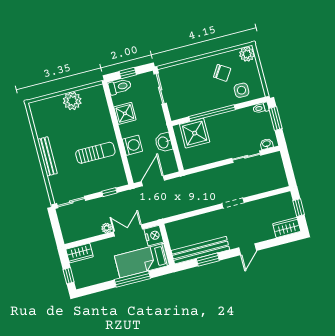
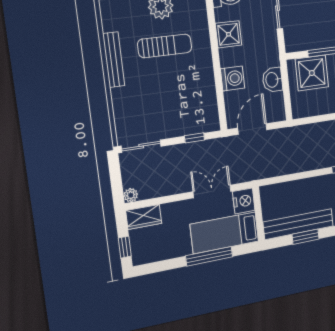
sun lounger: (95, 153) -> (165, 46), moved
bench: (47, 156) -> (114, 60), moved
plant: (107, 228) -> (131, 195), moved

